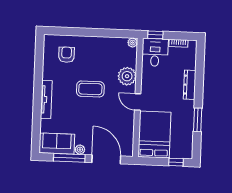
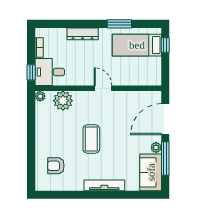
plant: (127, 76) -> (63, 101), moved
door: (138, 102) -> (103, 88), swing flipped
bed: (154, 134) -> (137, 45), moved, width x0.67

